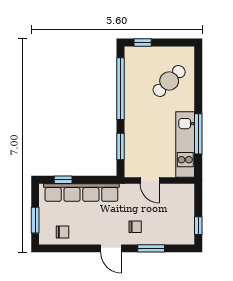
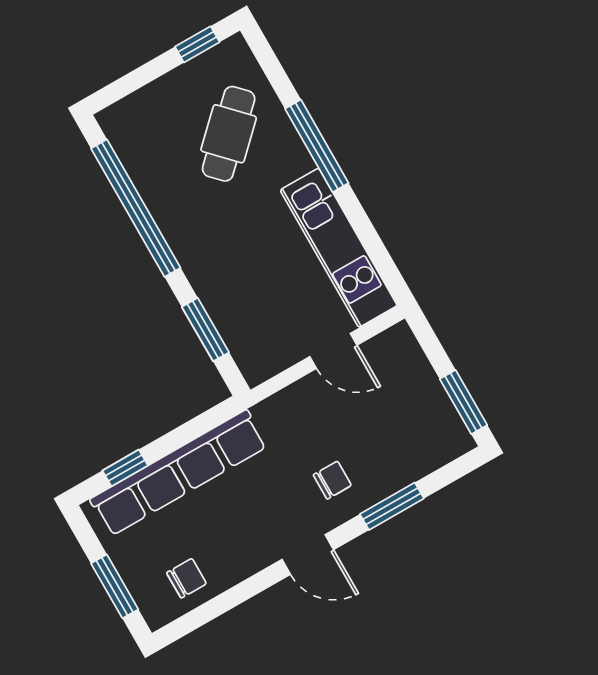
window: (143, 42) -> (197, 44), moved
window: (198, 134) -> (317, 146), moved
door: (150, 181) -> (333, 351), moved
window: (198, 226) -> (463, 402), width x1.50

